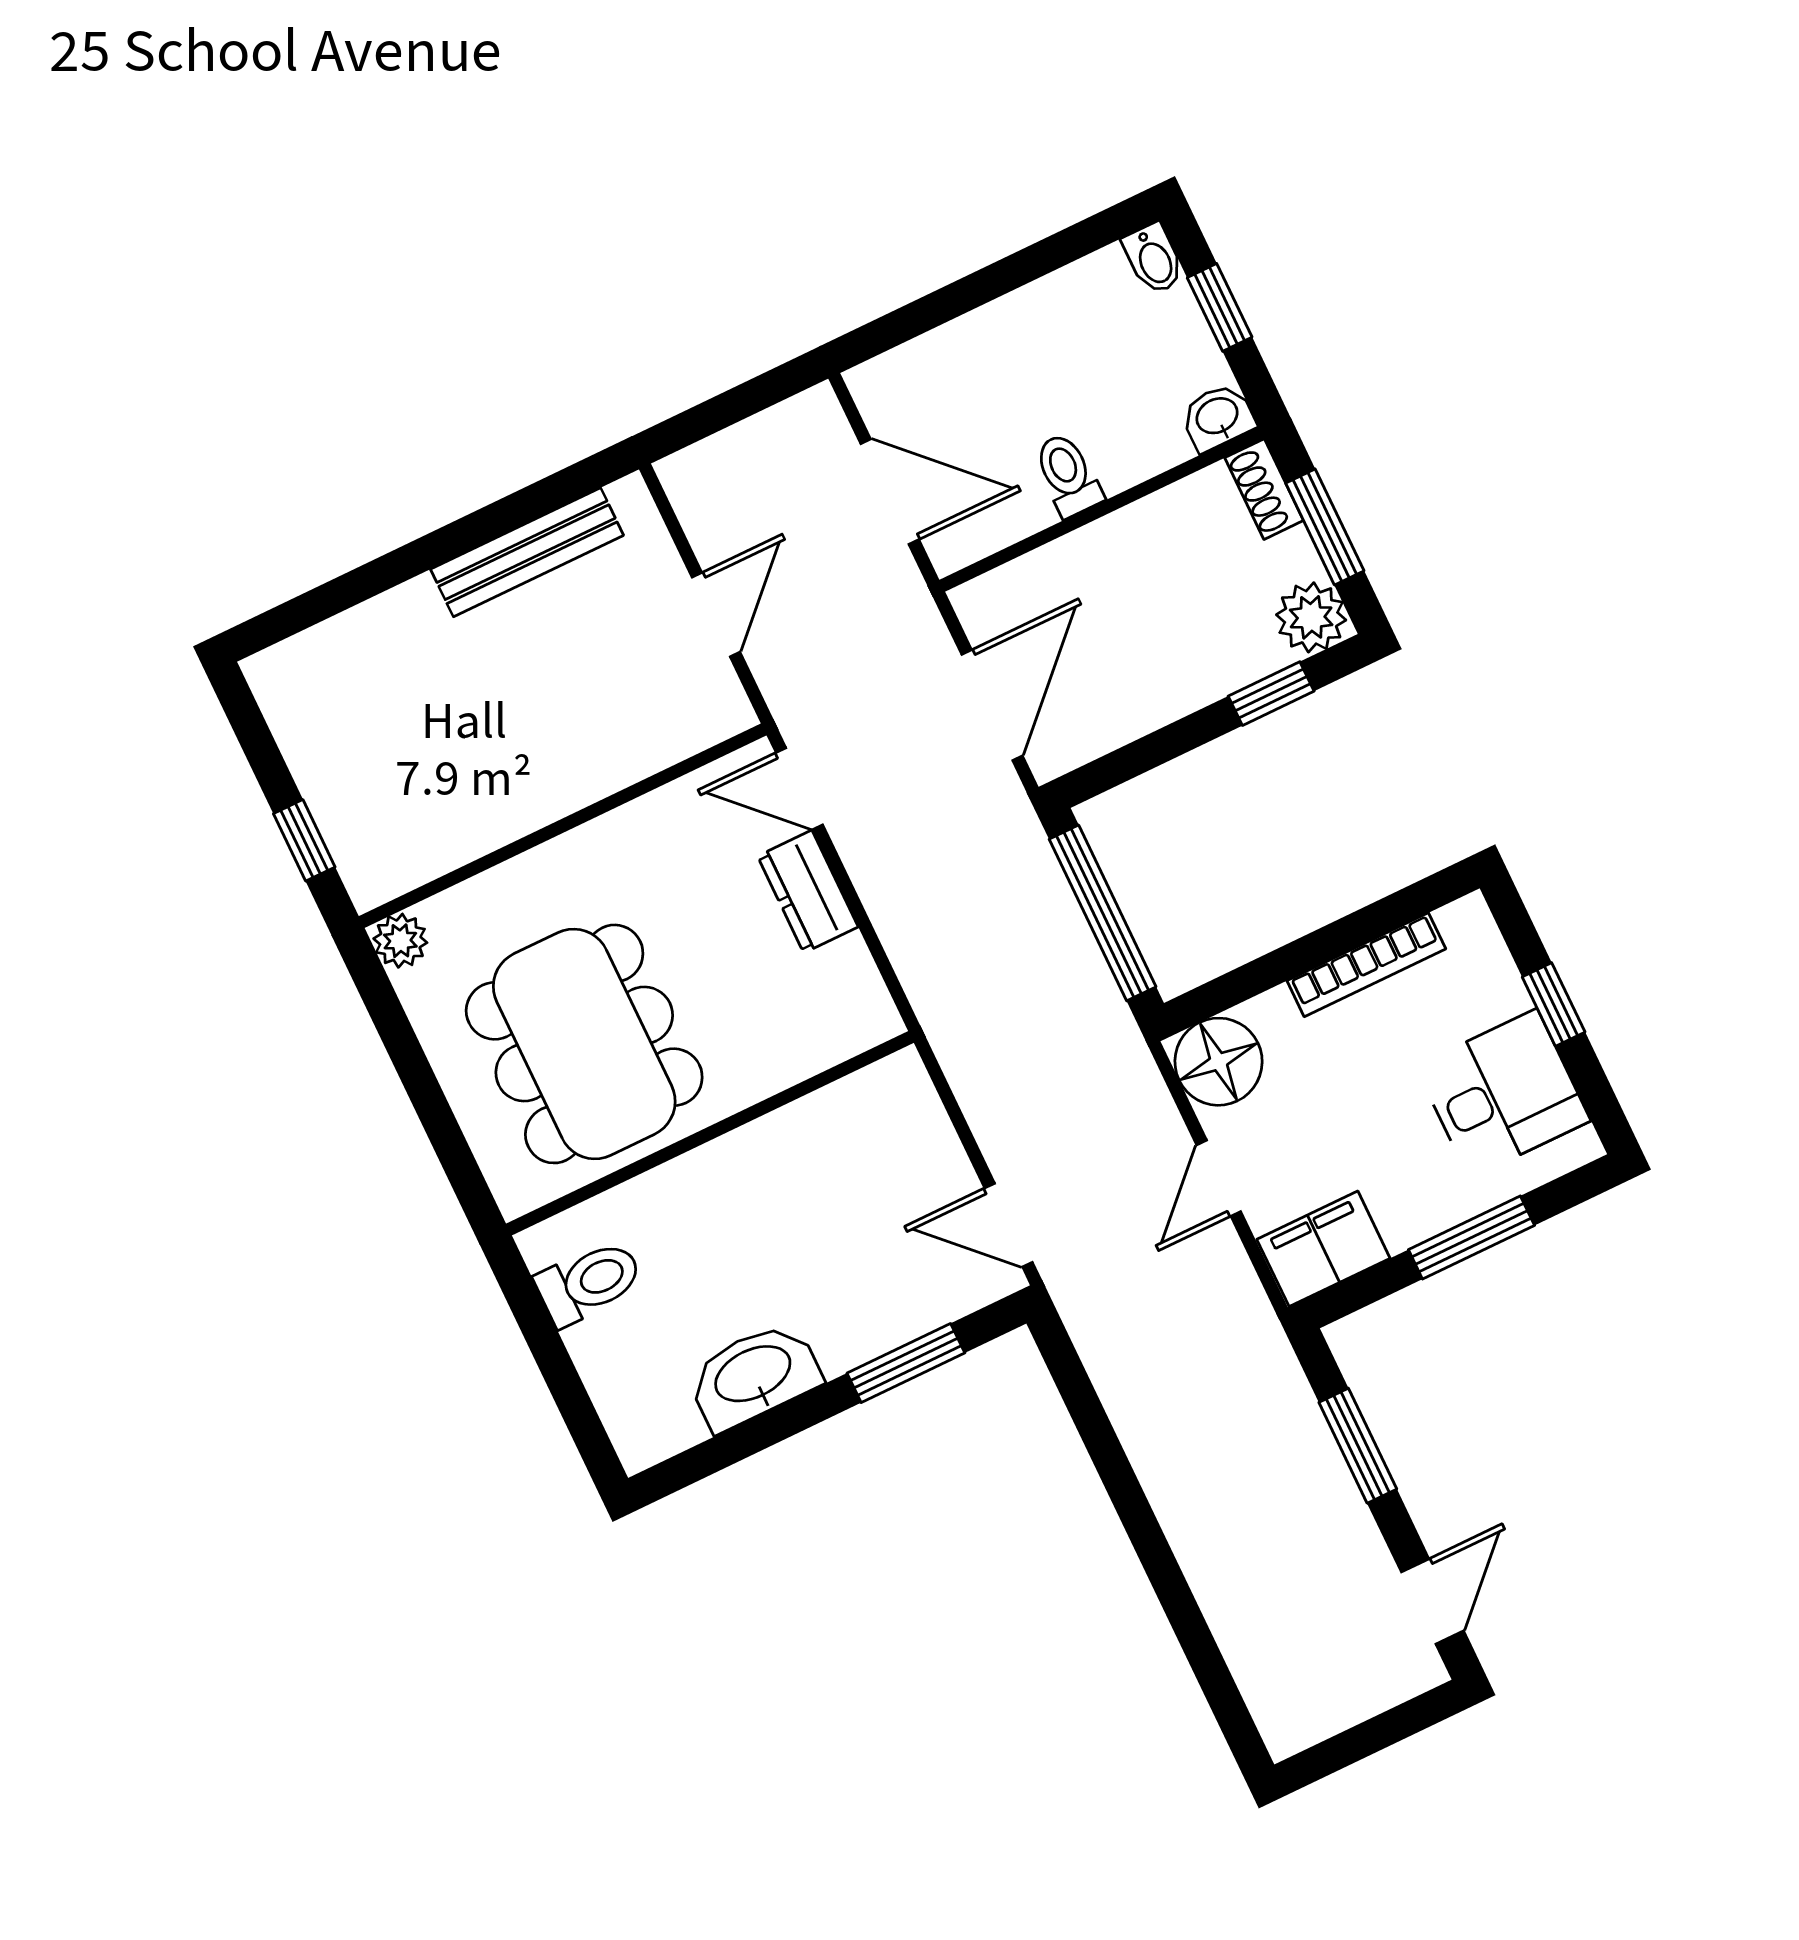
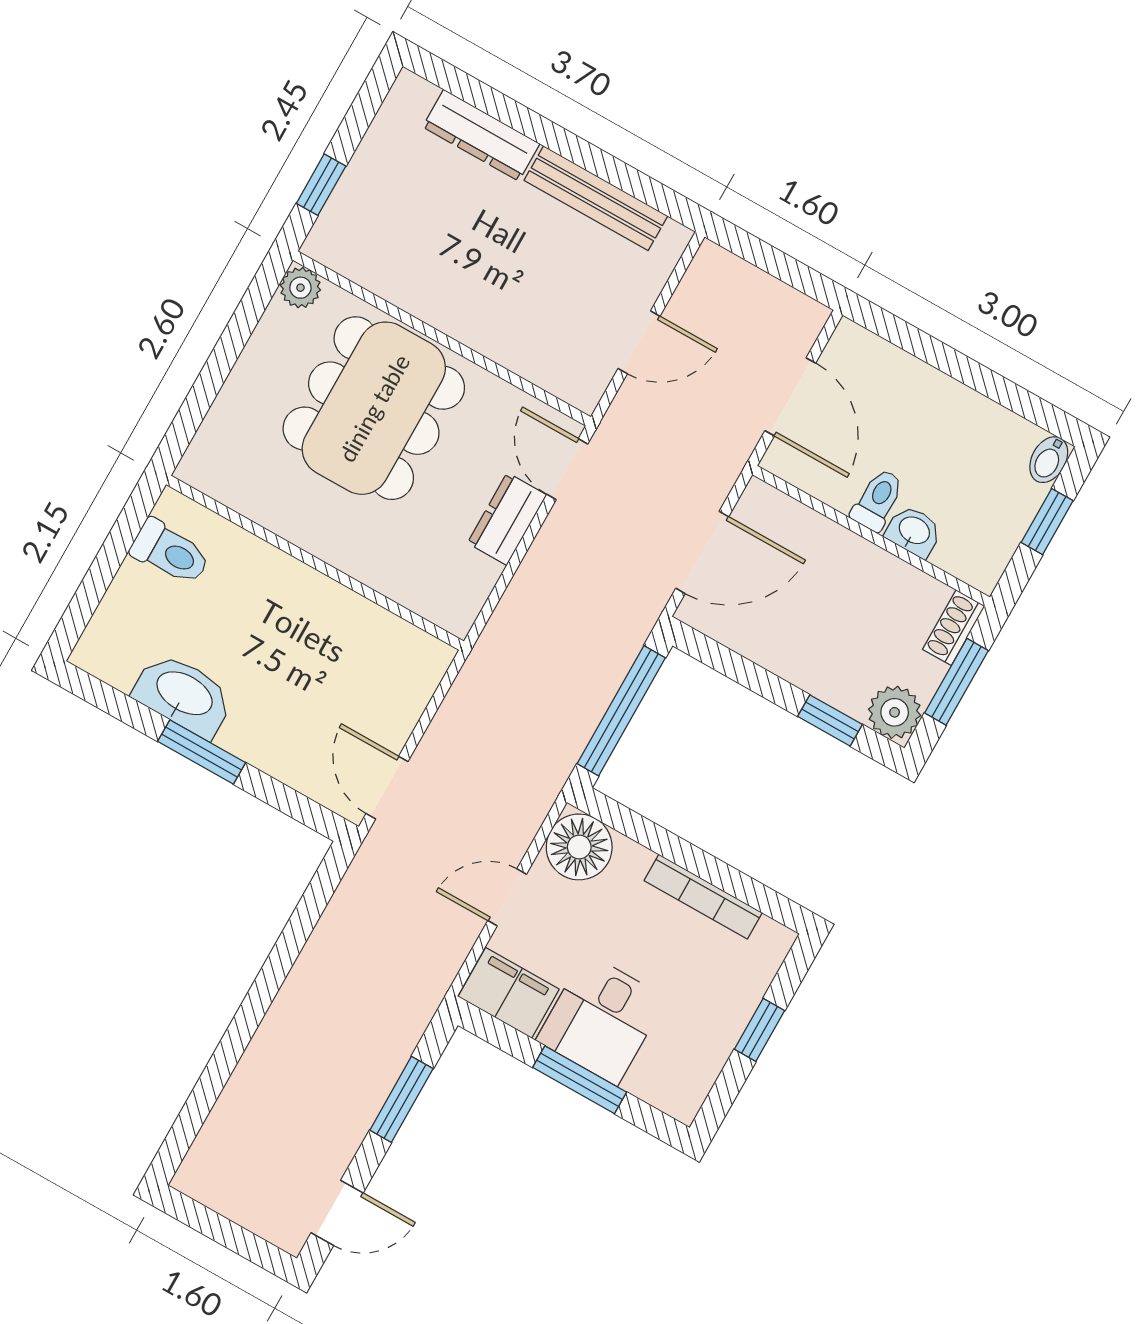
washbasin: (1218, 417) -> (914, 531), moved
dresser: (372, 629) -> (481, 135), added
dining table: (584, 1044) -> (374, 408), moved
desk: (1503, 1094) -> (601, 1019), moved, turned 90
window: (906, 1363) -> (202, 752), moved

